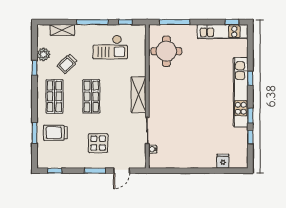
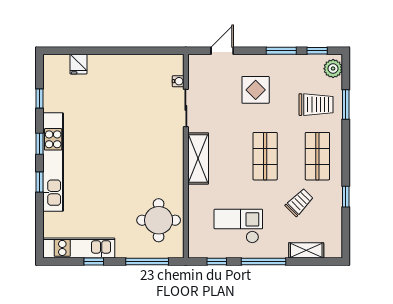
window: (232, 22) -> (94, 262), moved
plant: (43, 54) -> (333, 69), moved
window: (250, 116) -> (40, 144), moved
window: (95, 171) -> (281, 51), moved

